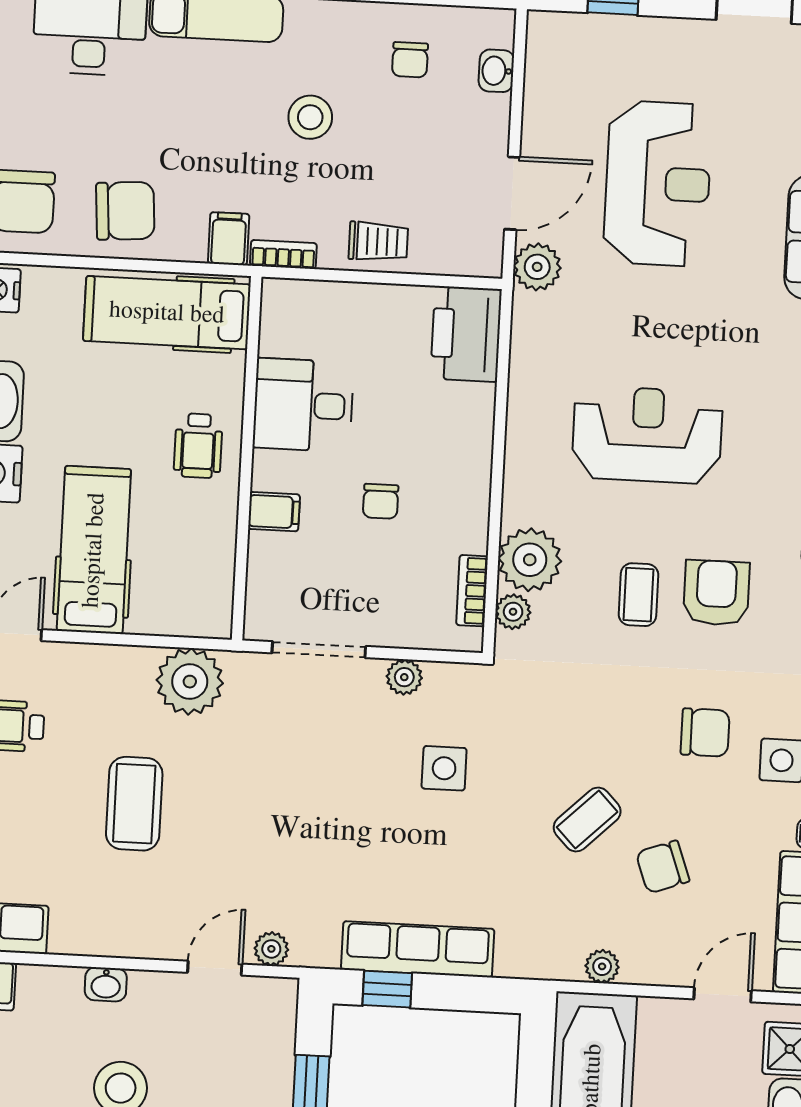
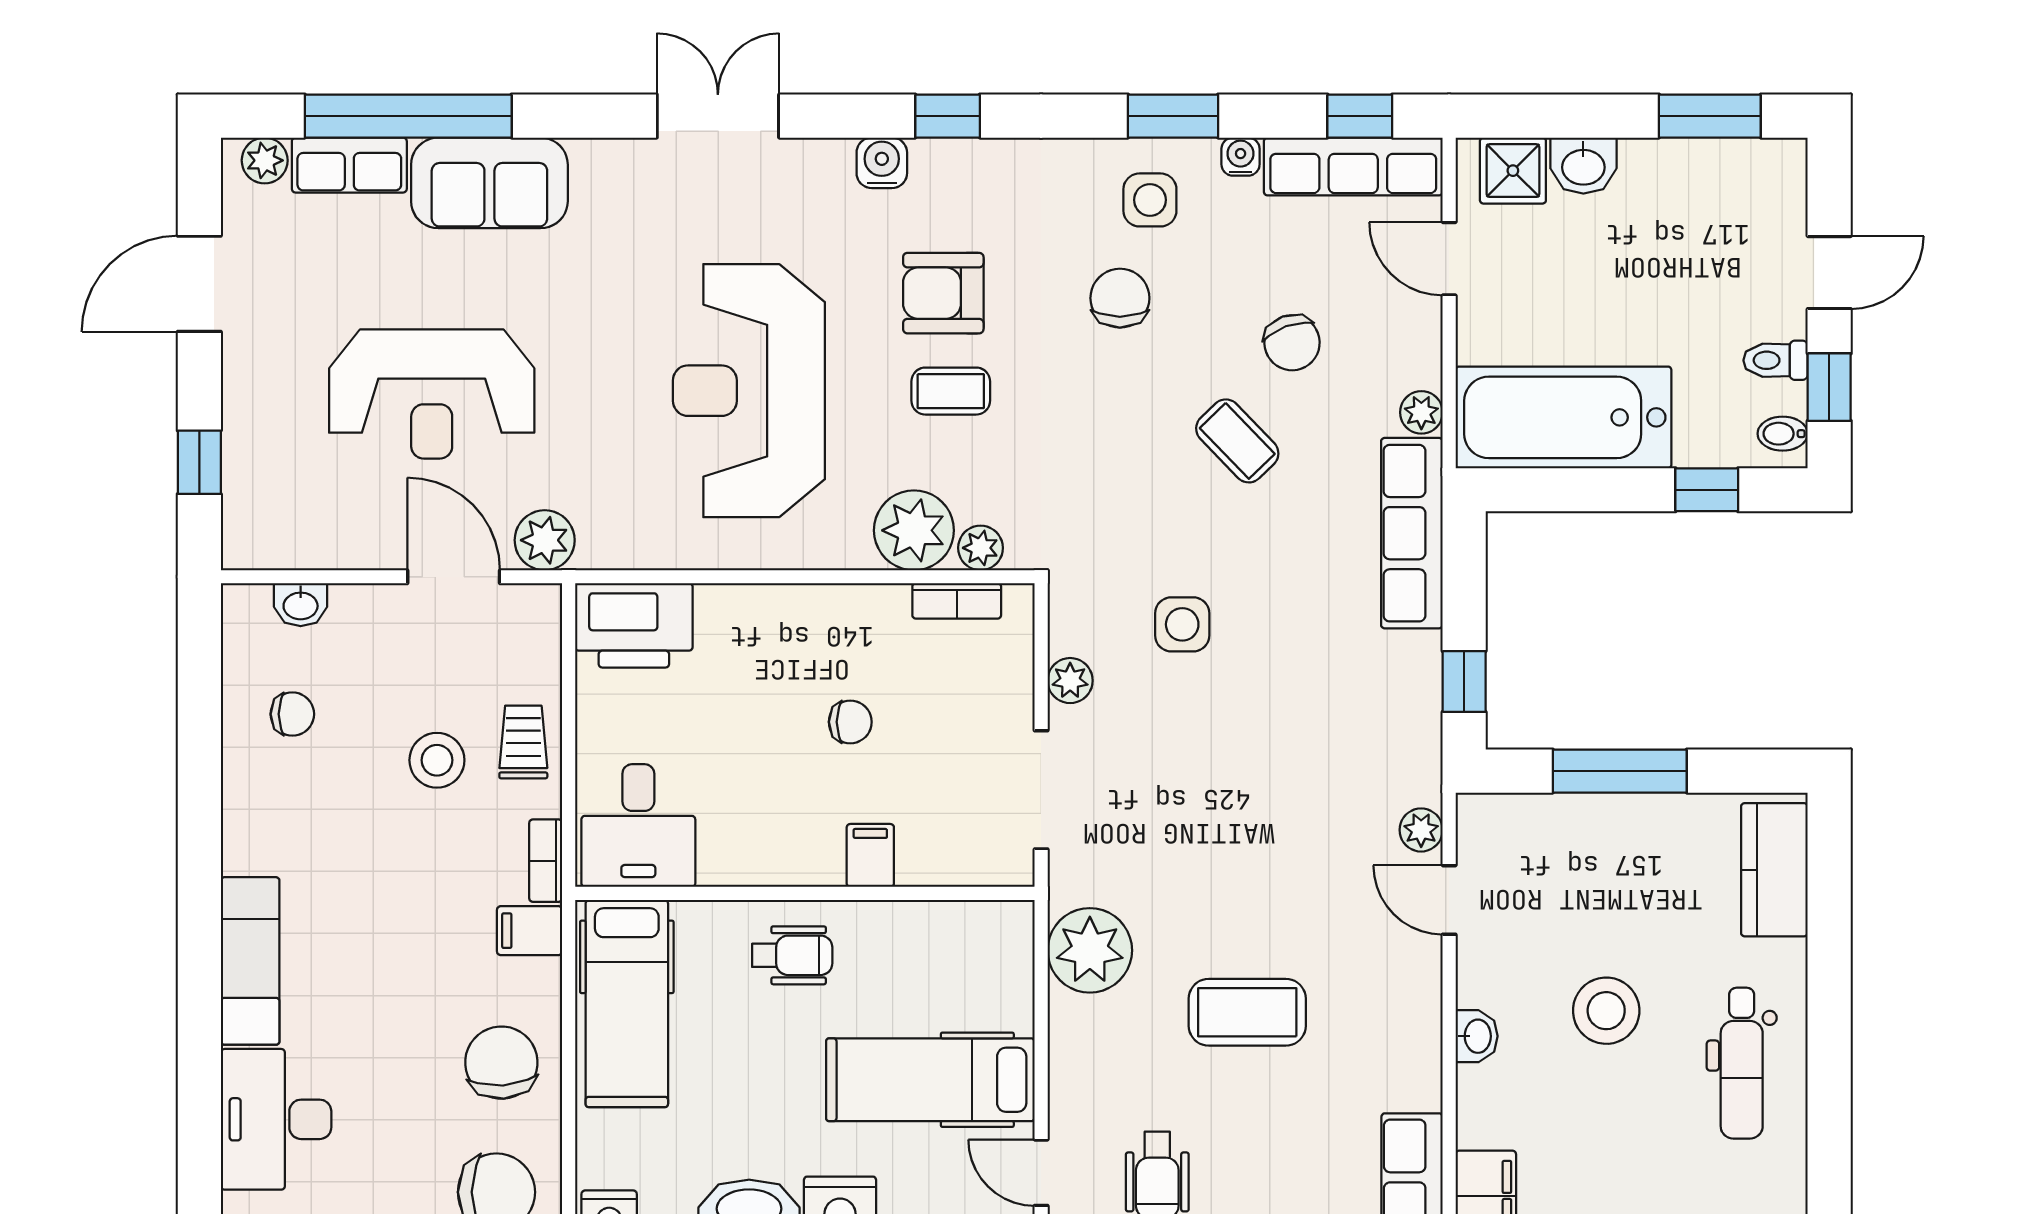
stool: (310, 117) -> (437, 760), moved
reception desk: (658, 183) -> (432, 394), turned 180
desk: (303, 405) -> (638, 826), moved
reception desk: (647, 435) -> (749, 391), width x1.36, depth x1.30
row of seats: (418, 949) -> (1412, 533), moved

